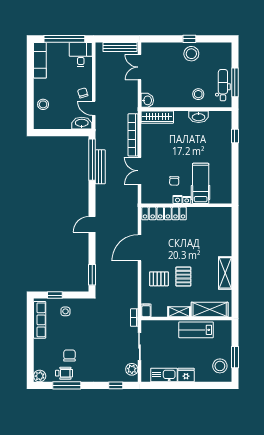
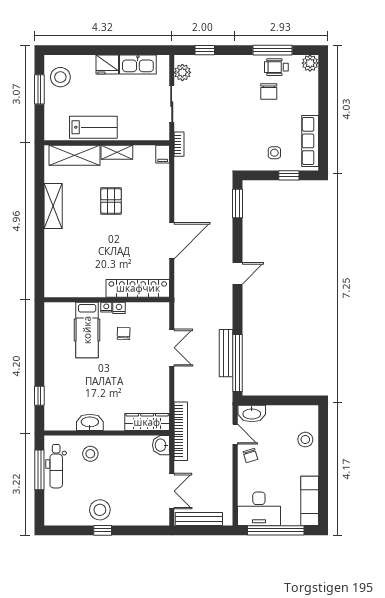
desk: (81, 54) -> (259, 509), width x1.37
bookcase: (133, 135) -> (181, 431), moved
pallet: (159, 279) -> (145, 198), removed

